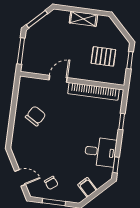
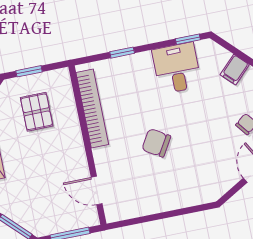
door: (58, 79) -> (97, 190), moved
chair: (36, 116) -> (156, 143), moved

